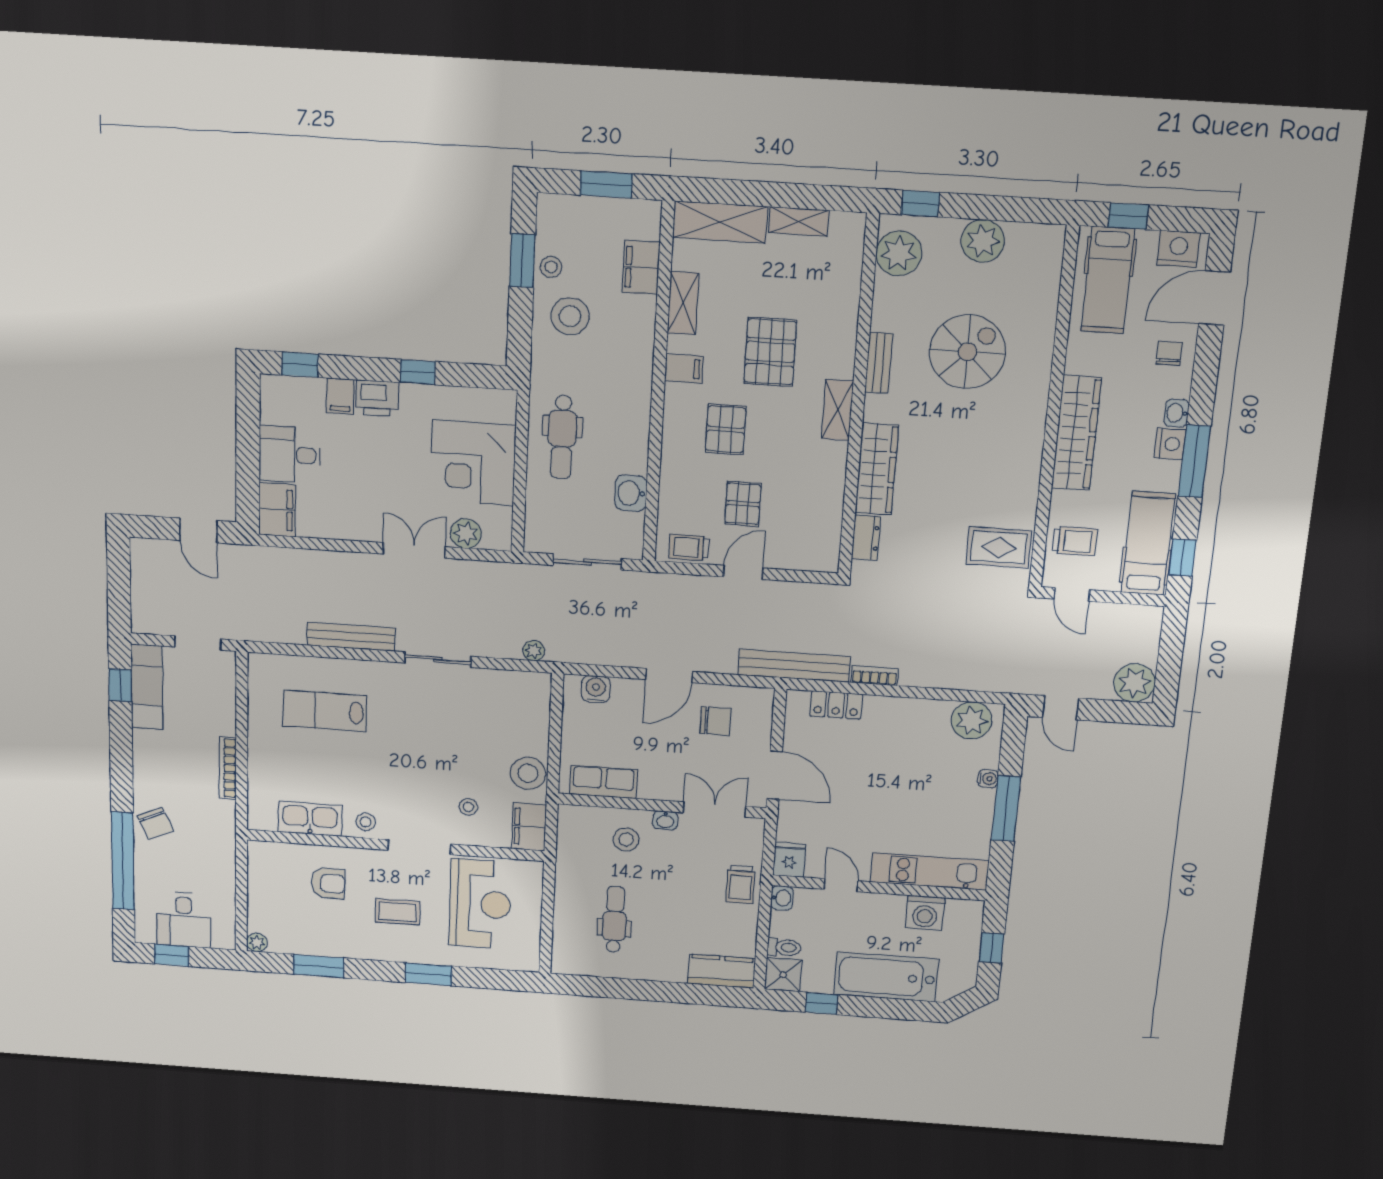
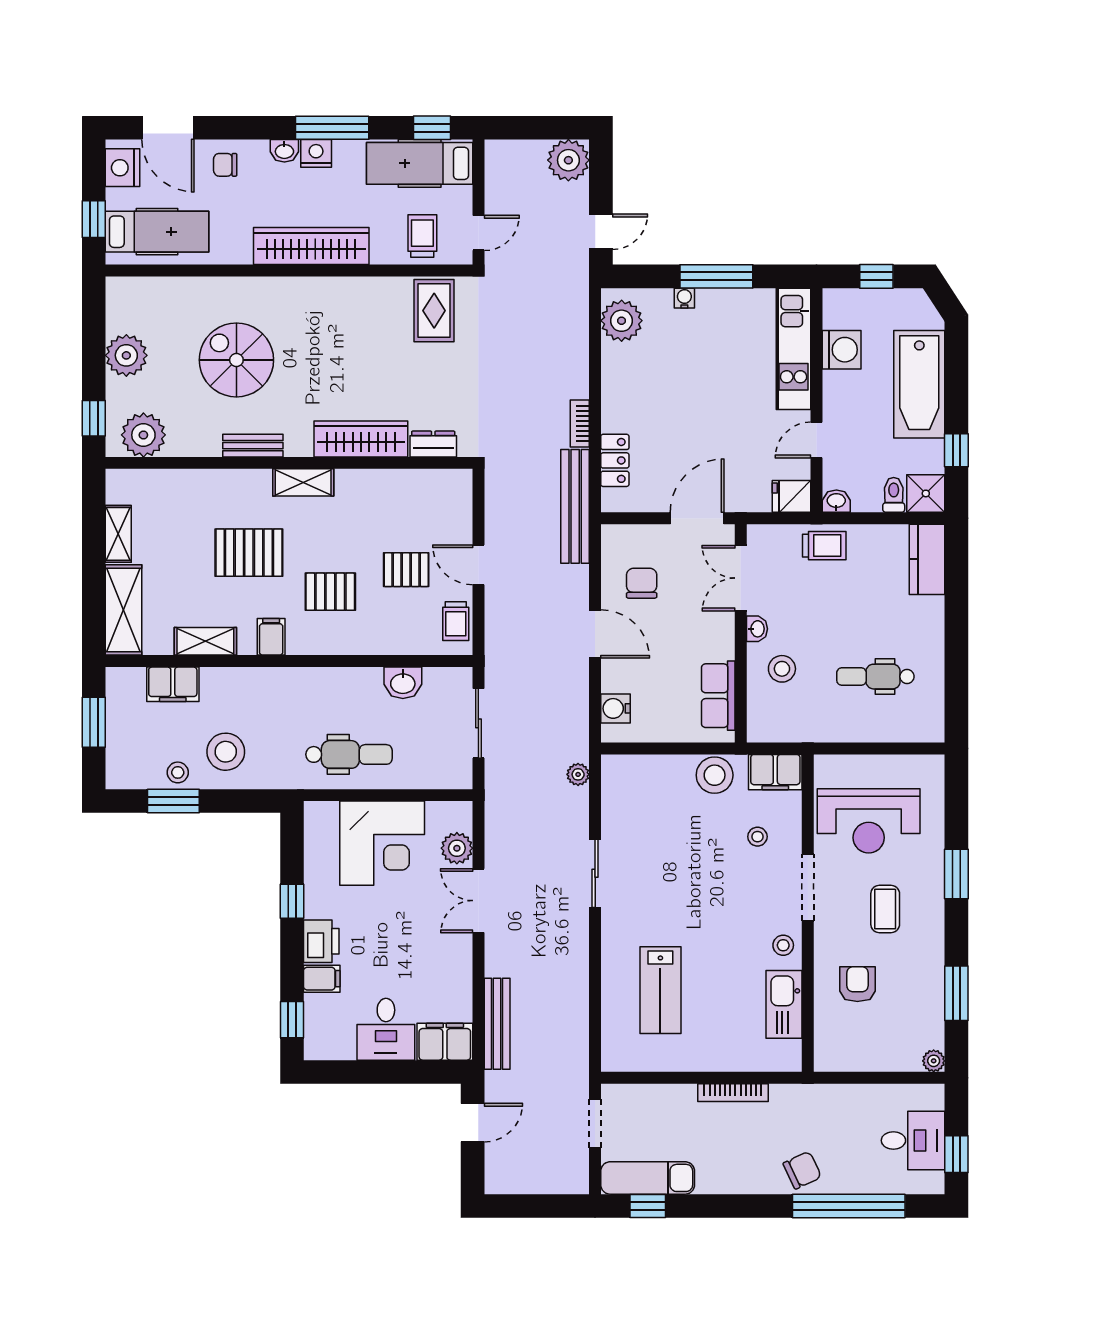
bench: (351, 637) -> (497, 1024), moved
reception desk: (480, 904) -> (869, 821), turned 180

